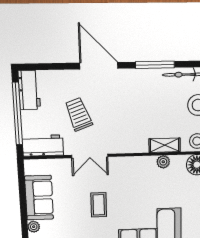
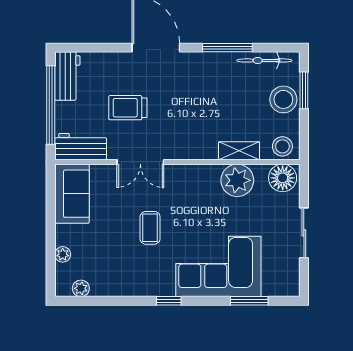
trolley: (79, 114) -> (128, 108), turned -70
plant: (163, 162) -> (237, 180), width x1.88, depth x1.88
sofa: (39, 198) -> (72, 194), moved

